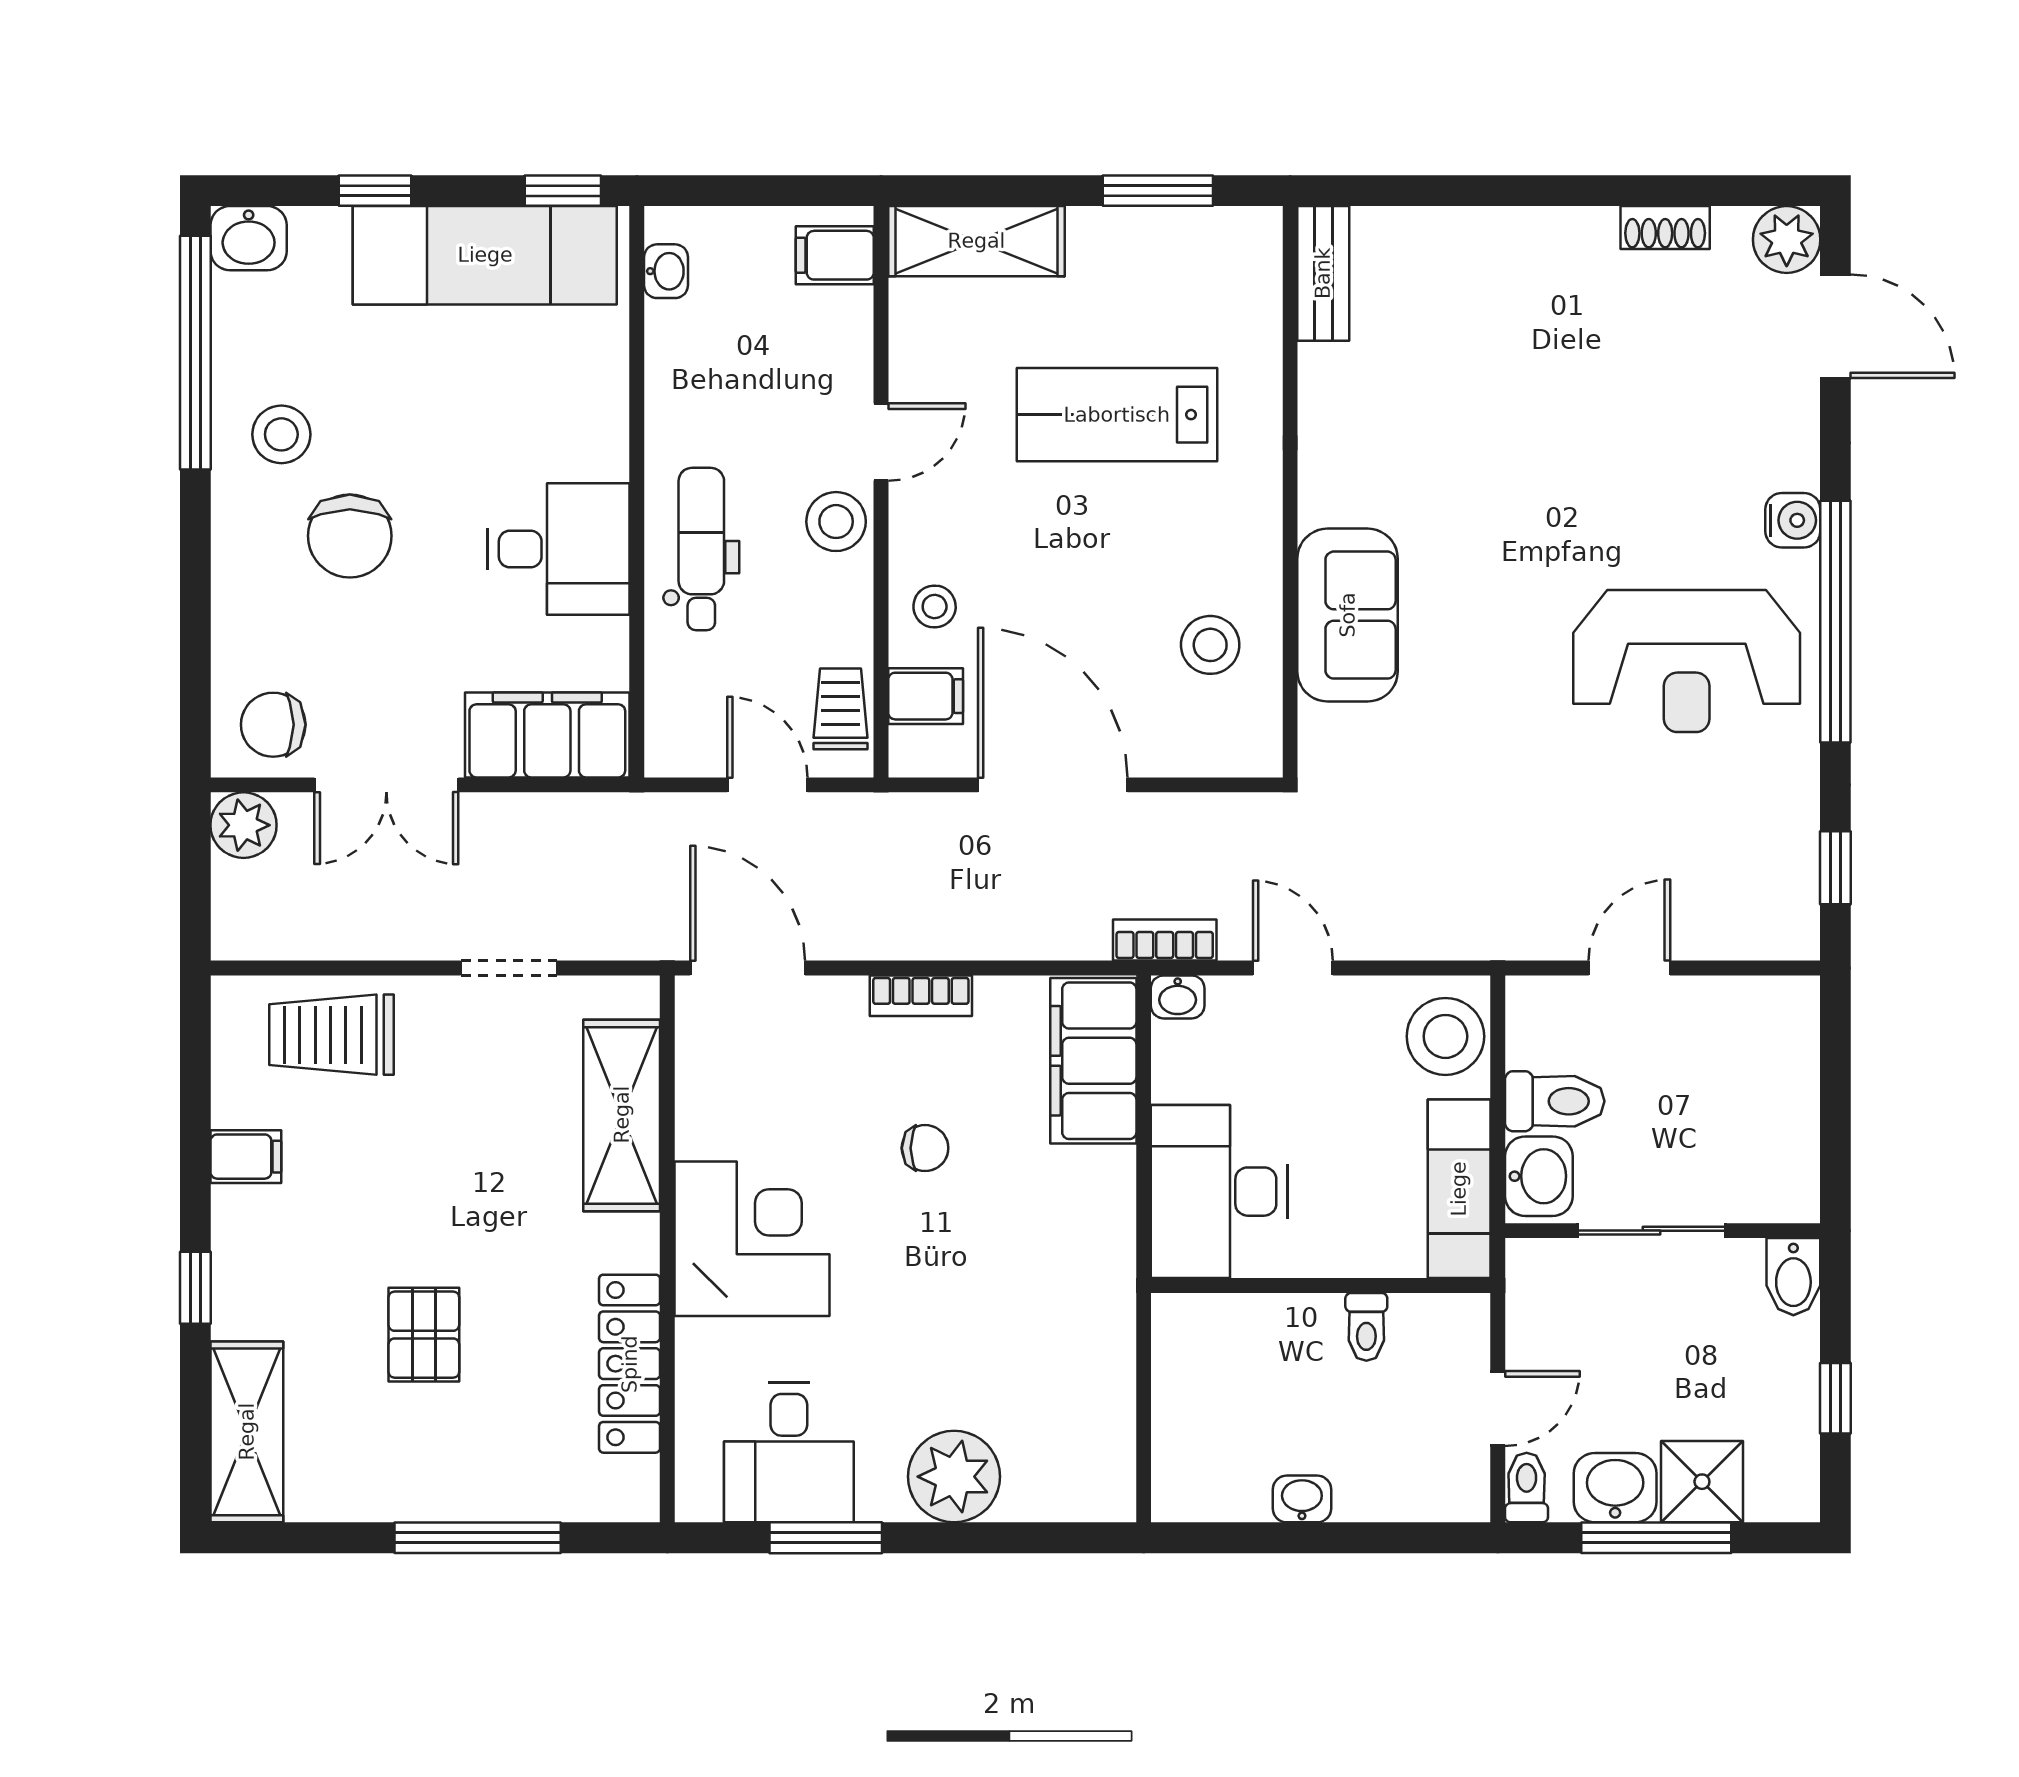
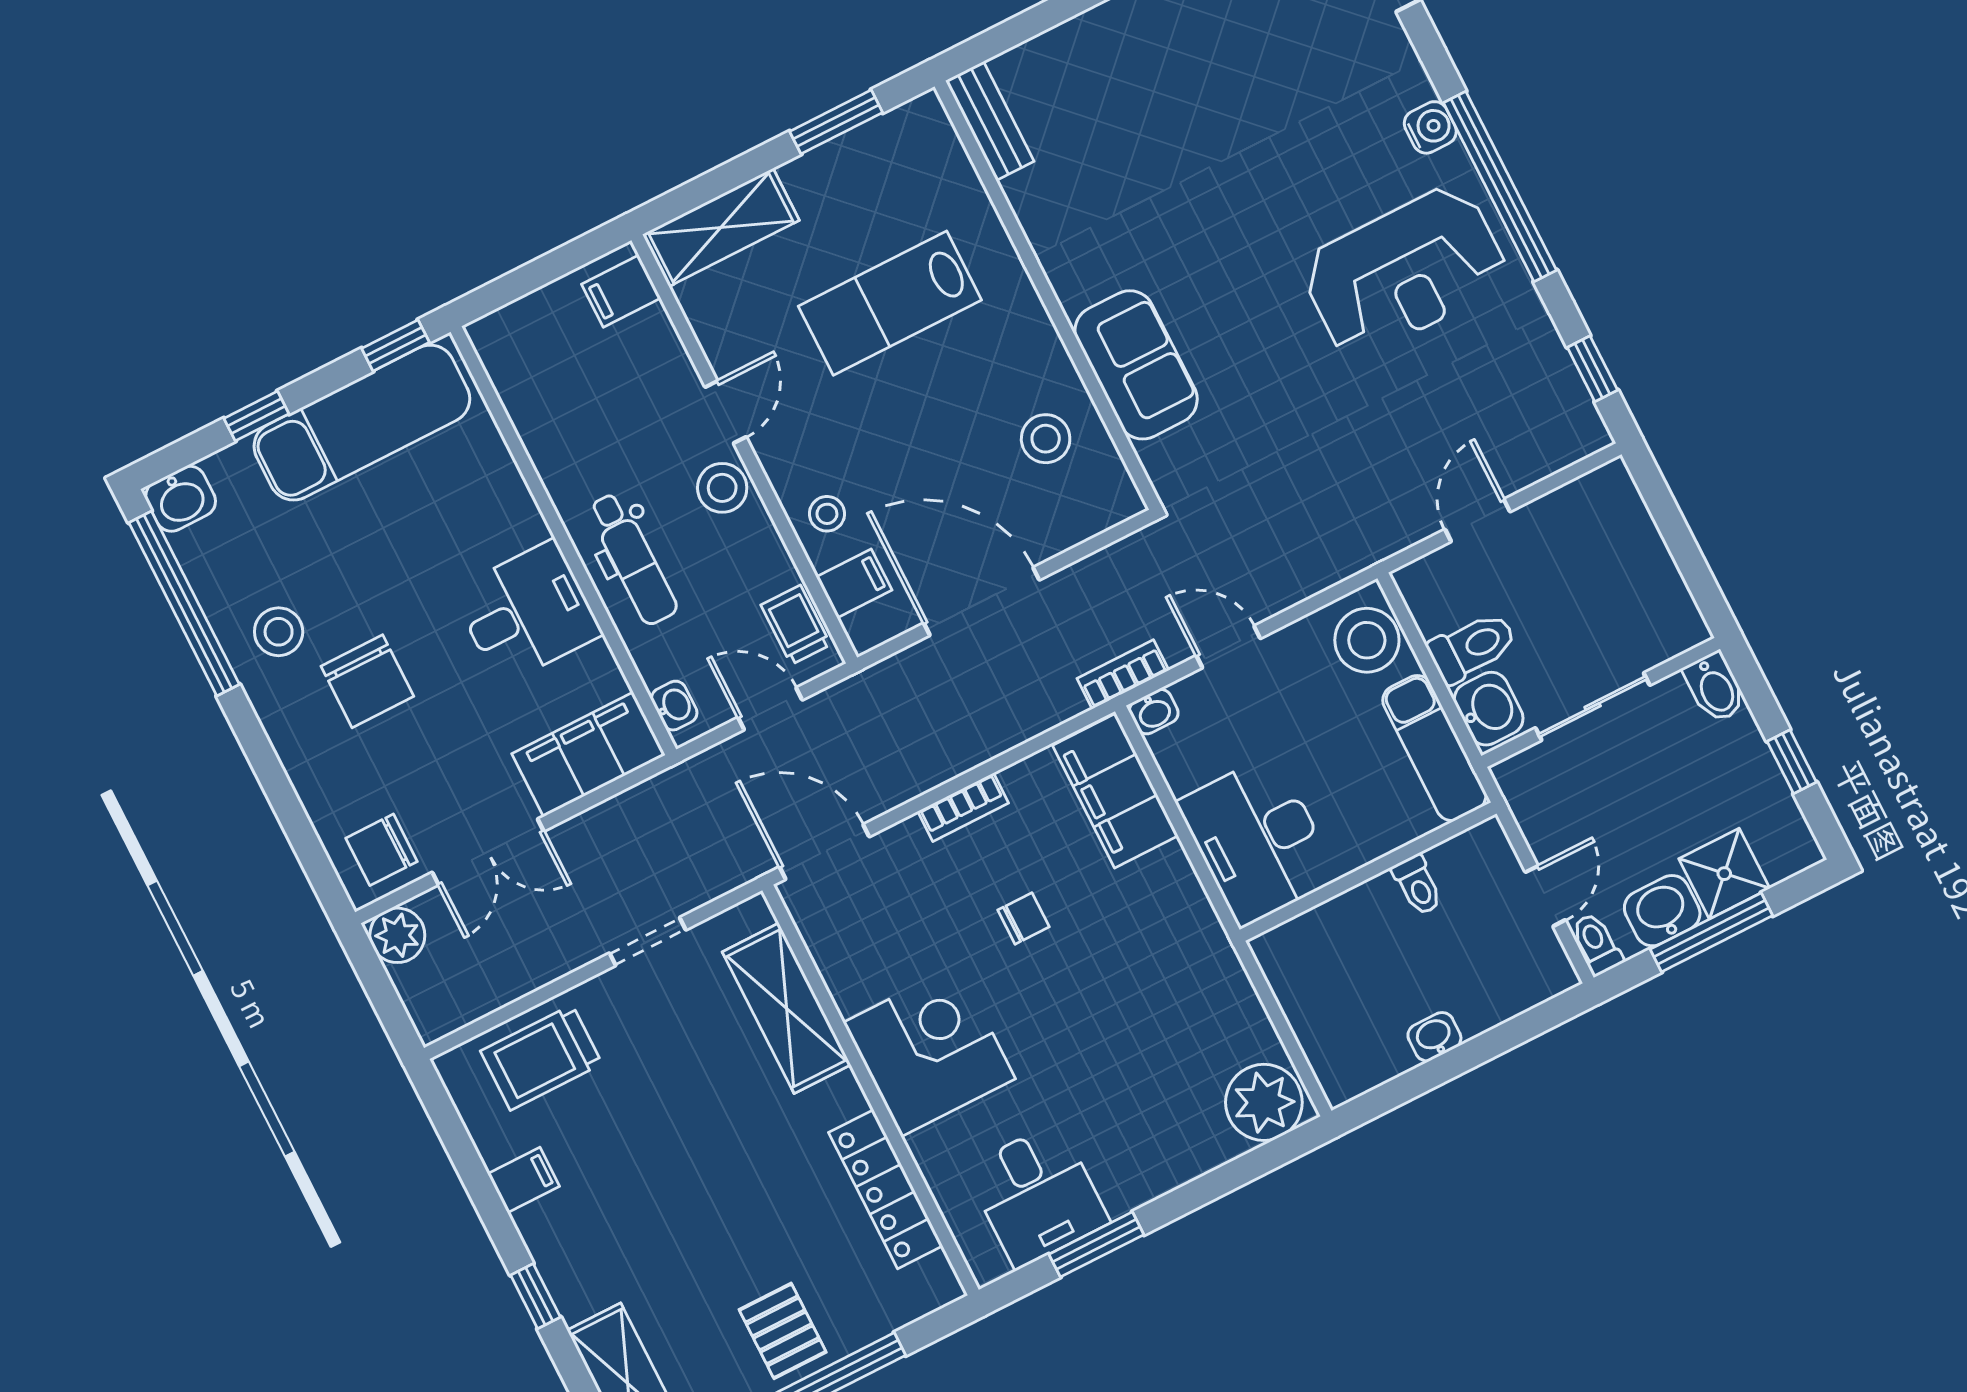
washbasin: (666, 271) -> (674, 706), moved
dental chair: (701, 549) -> (633, 559), turned 180
pallet: (424, 1335) -> (783, 1331), moved
plant: (954, 1477) -> (1264, 1102), moved

